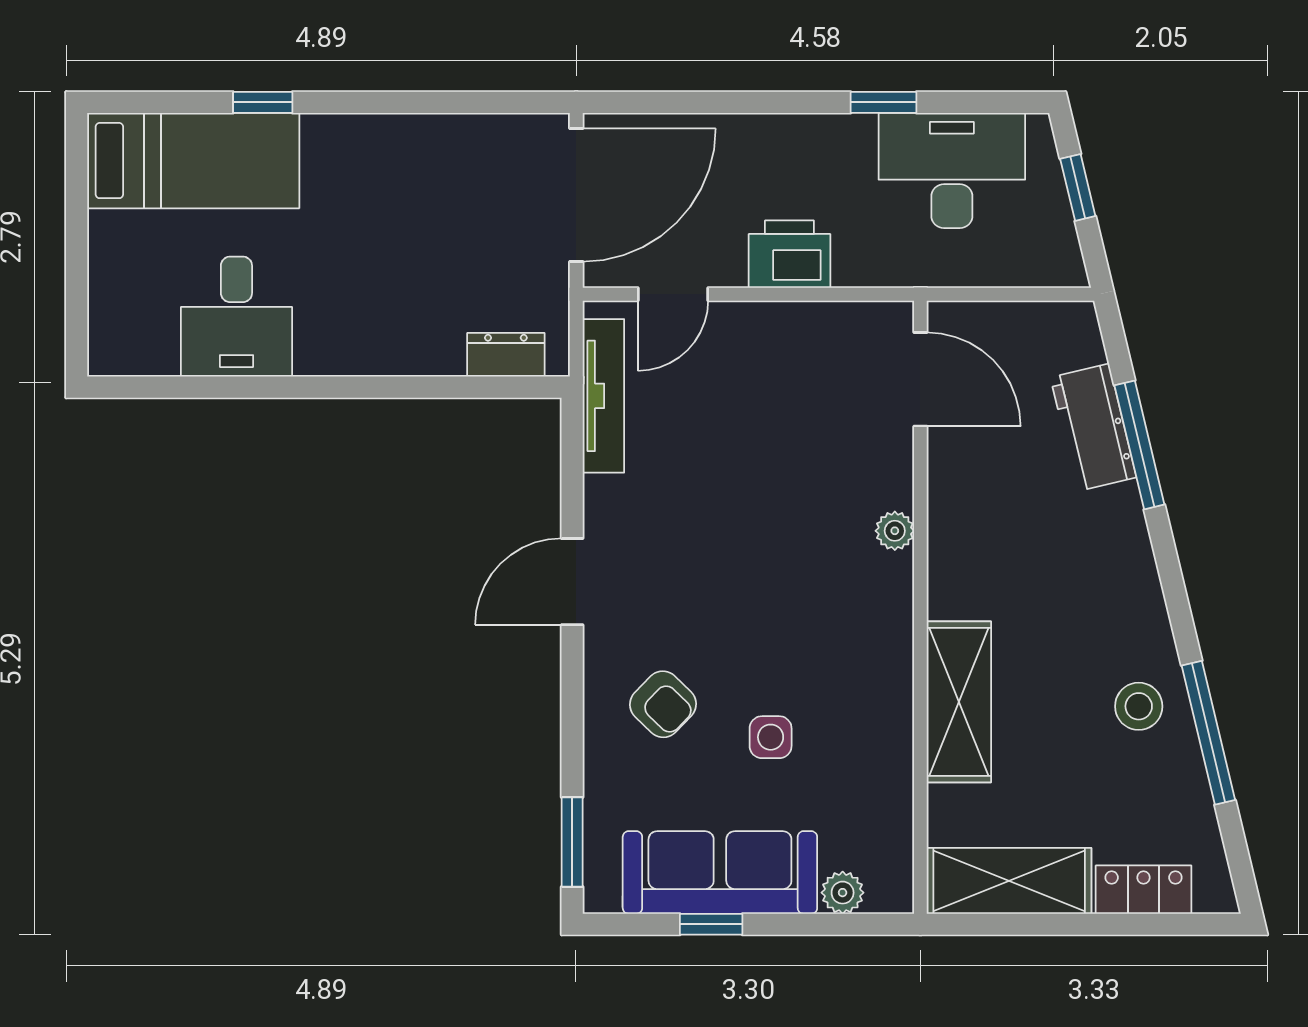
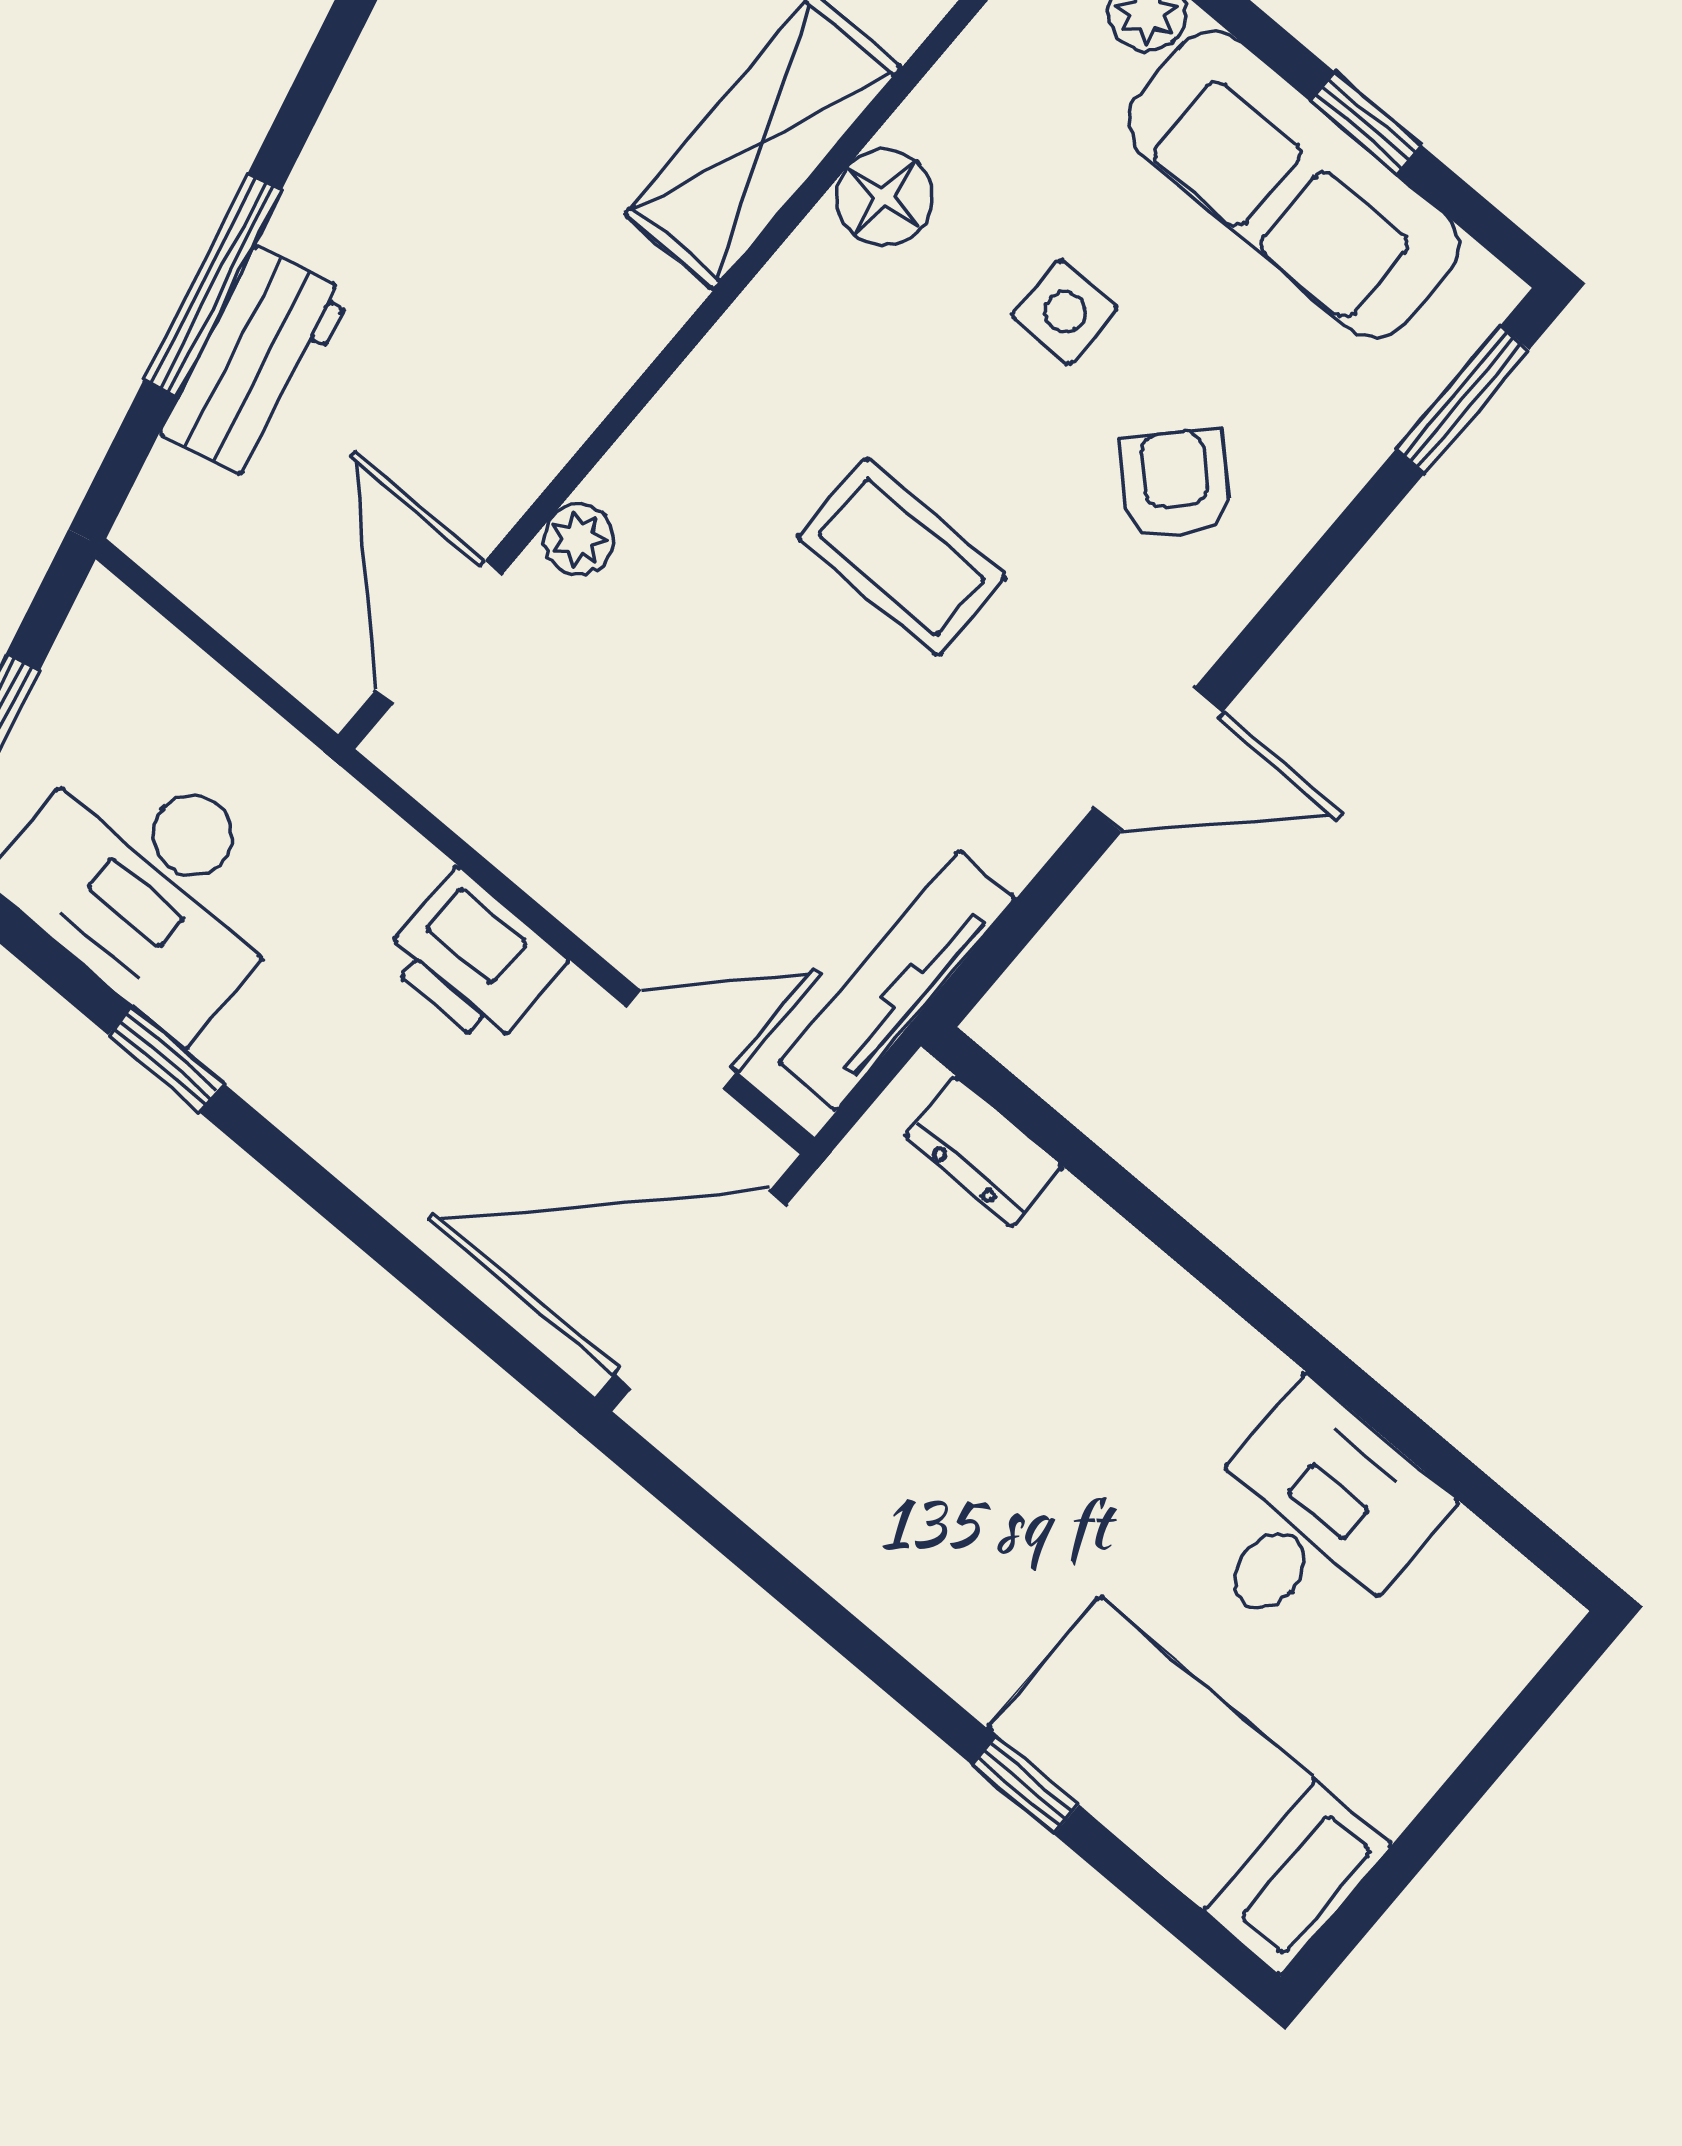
plant: (895, 531) -> (579, 539), moved
coffee table: (752, 576) -> (902, 557), added
floor lamp: (888, 721) -> (885, 197), added

